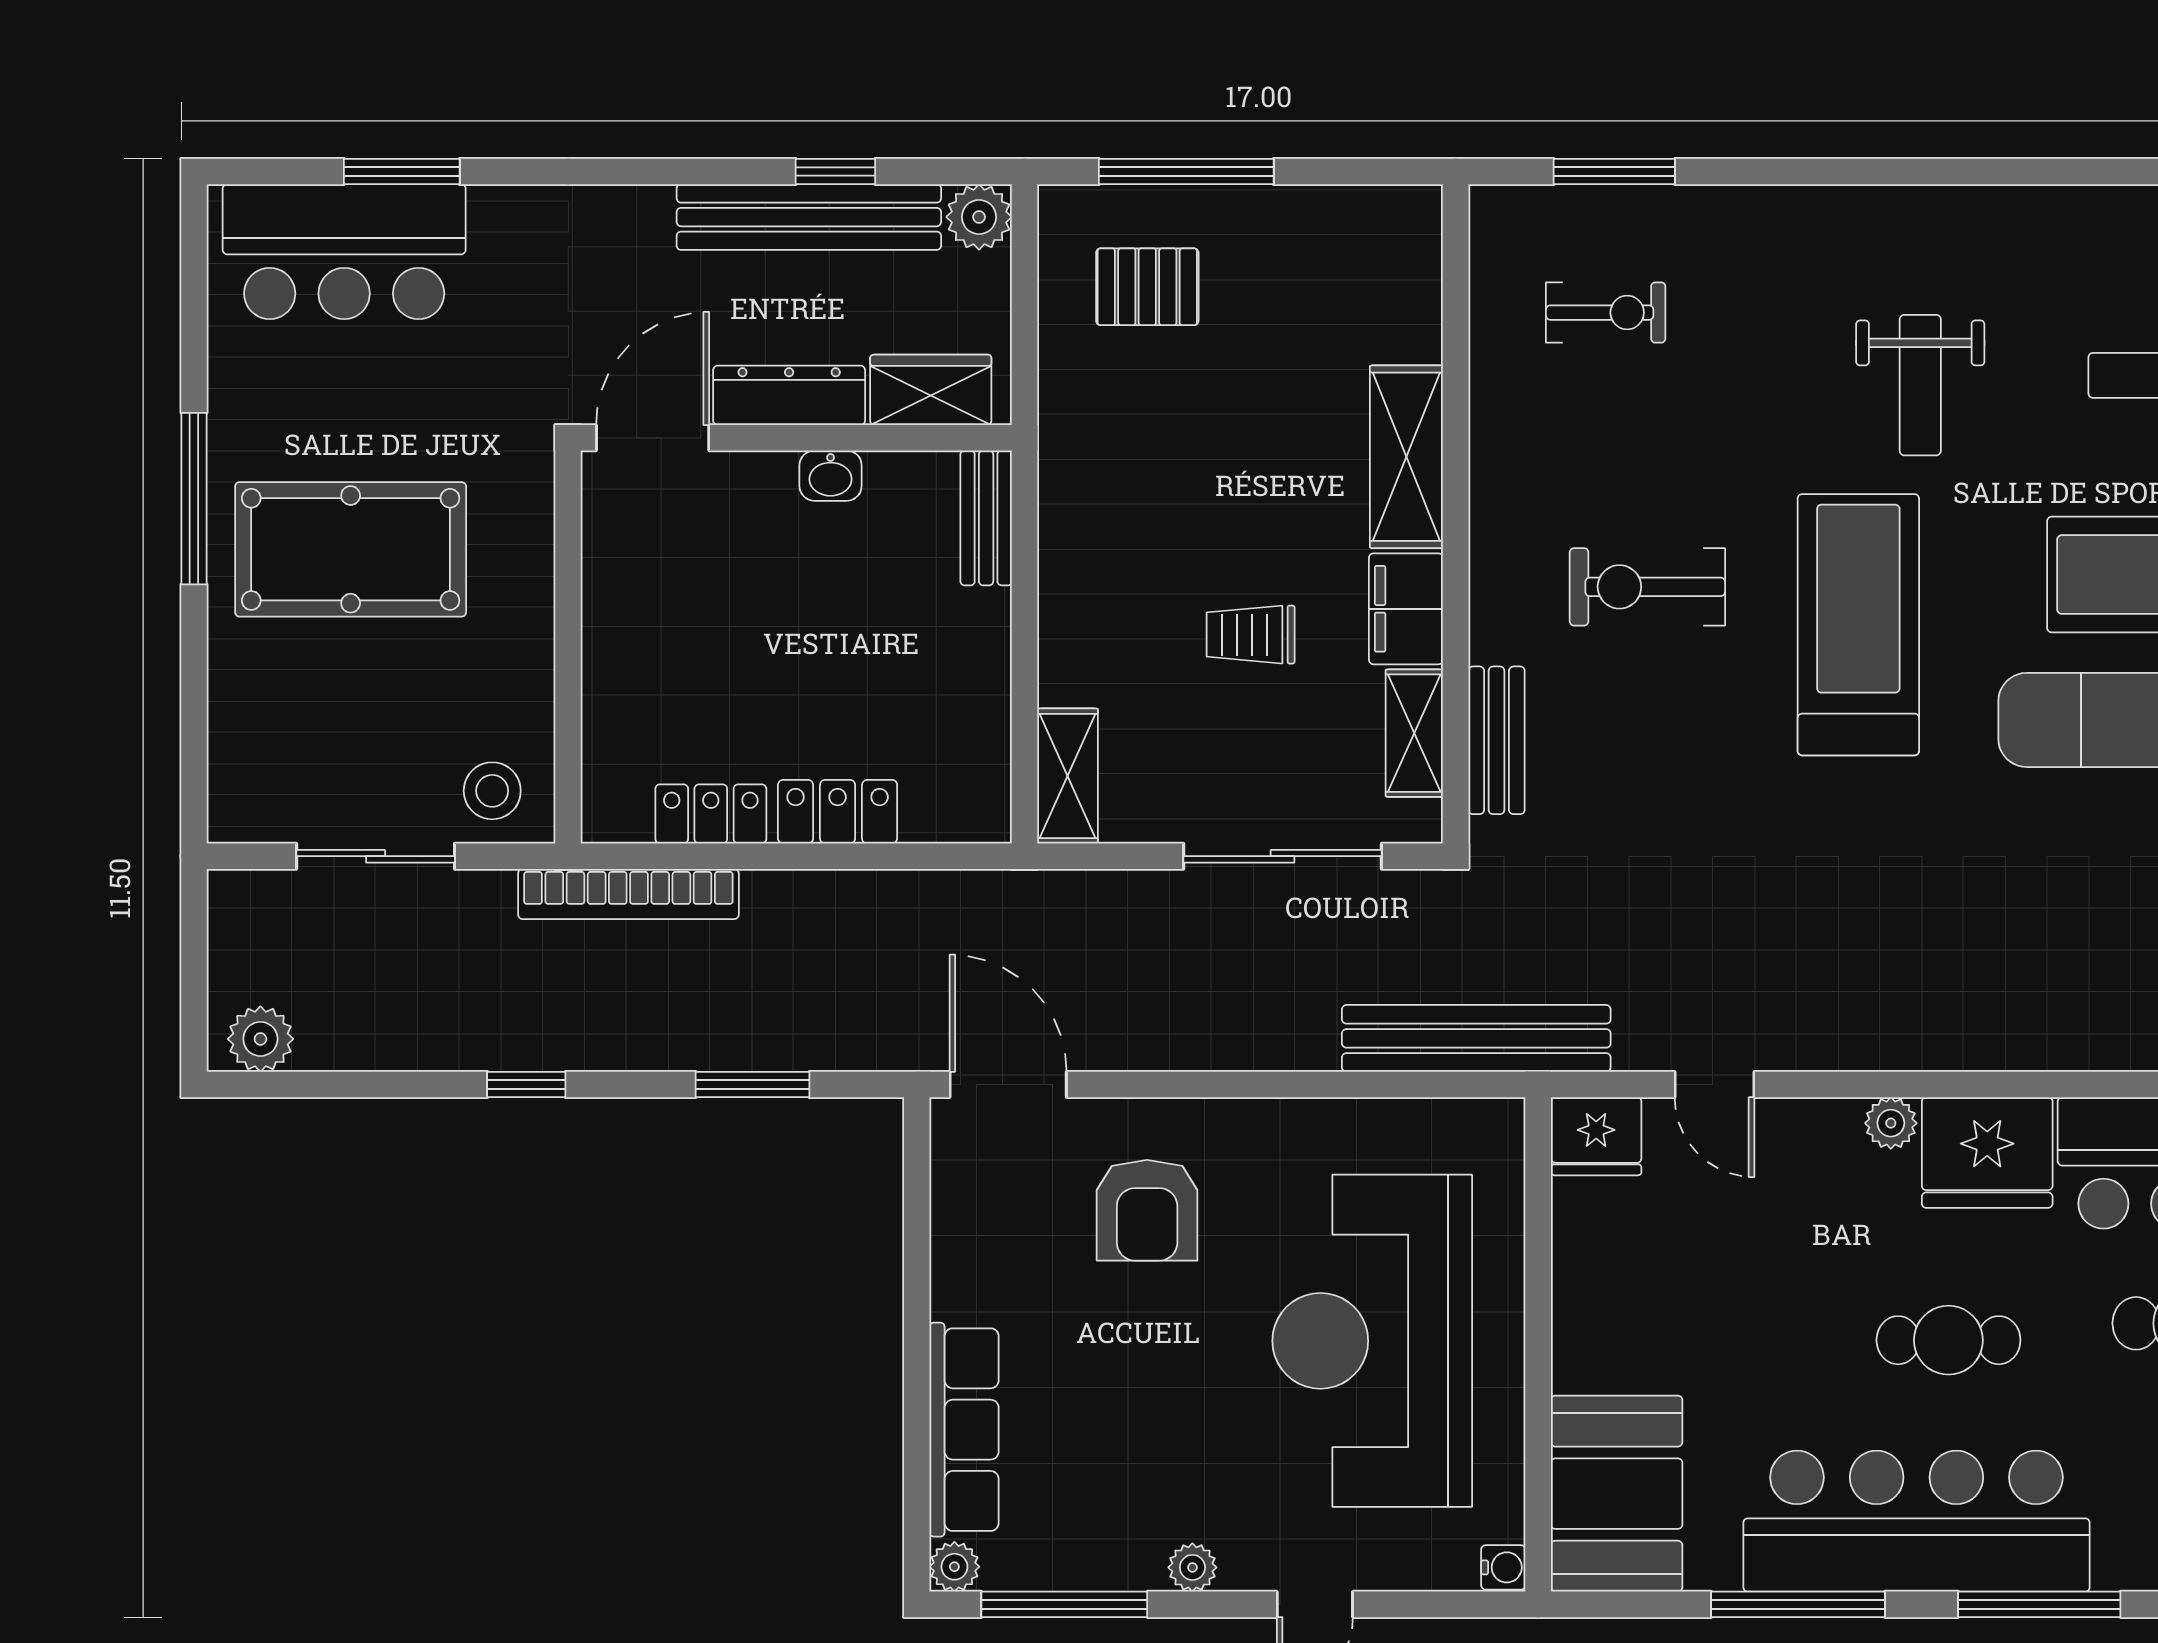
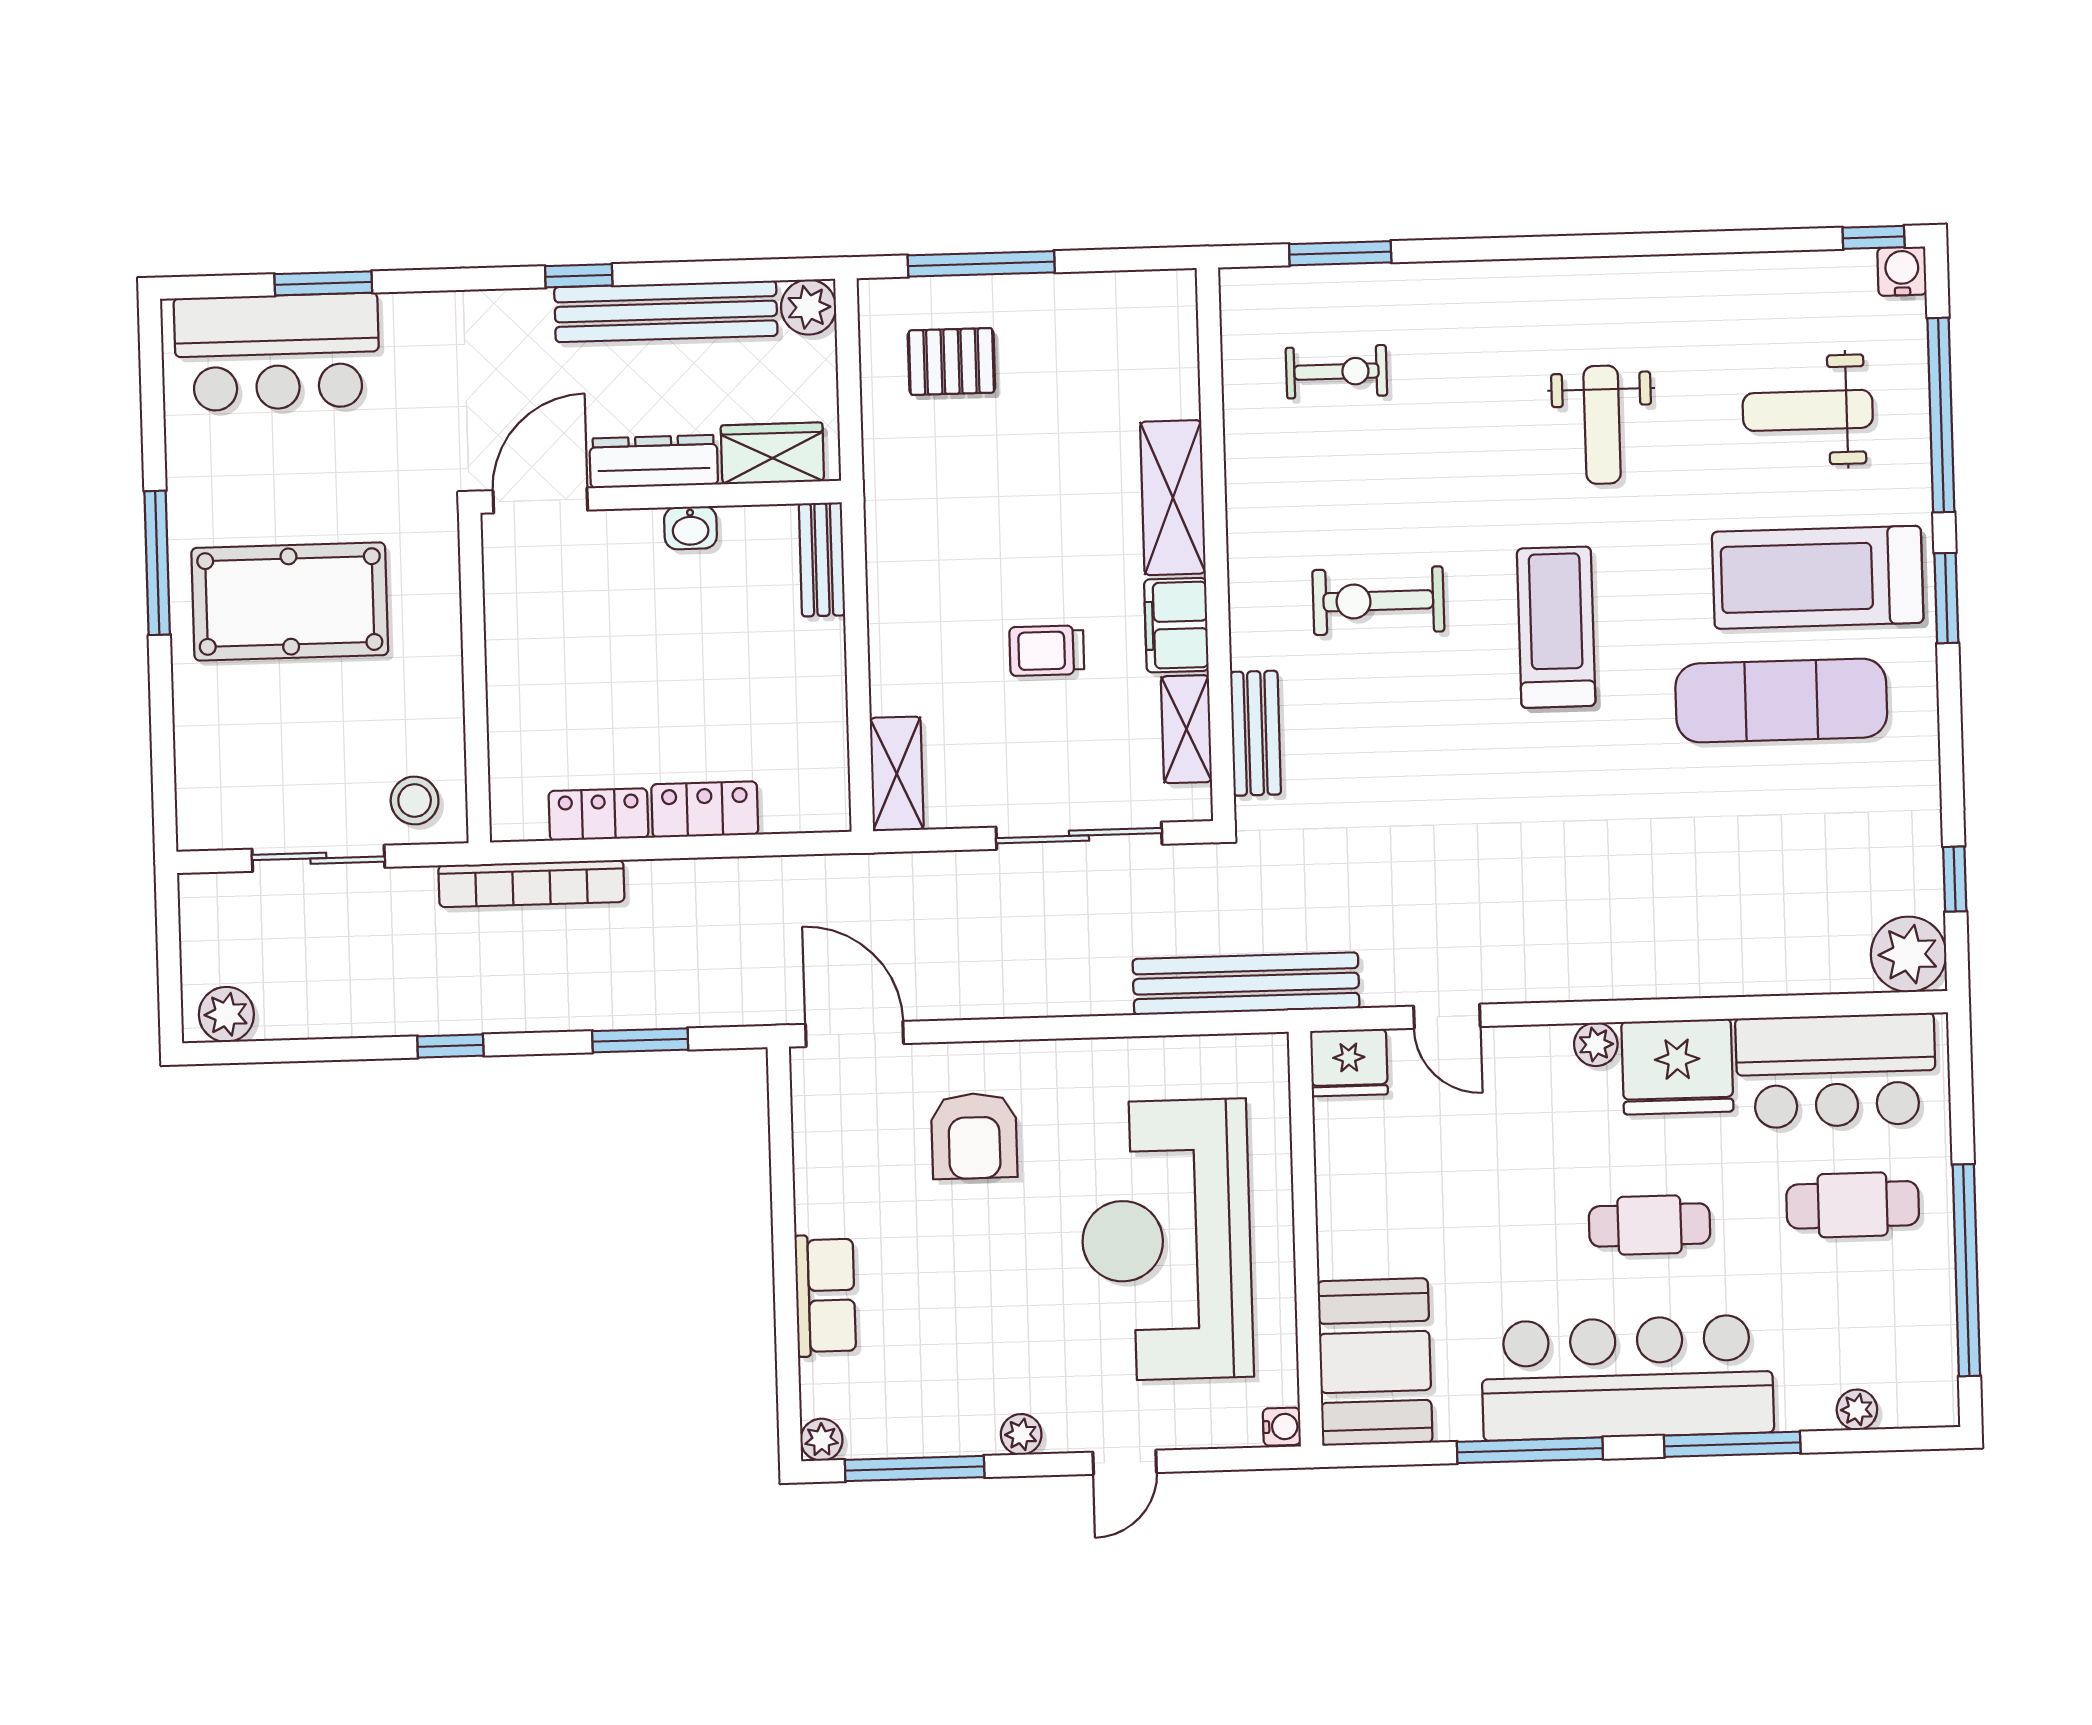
window: (835, 171) -> (579, 276), moved
treadmill: (1858, 625) -> (1556, 627), width x0.73, depth x0.73
row of seats: (964, 1430) -> (825, 1295), width x0.68

